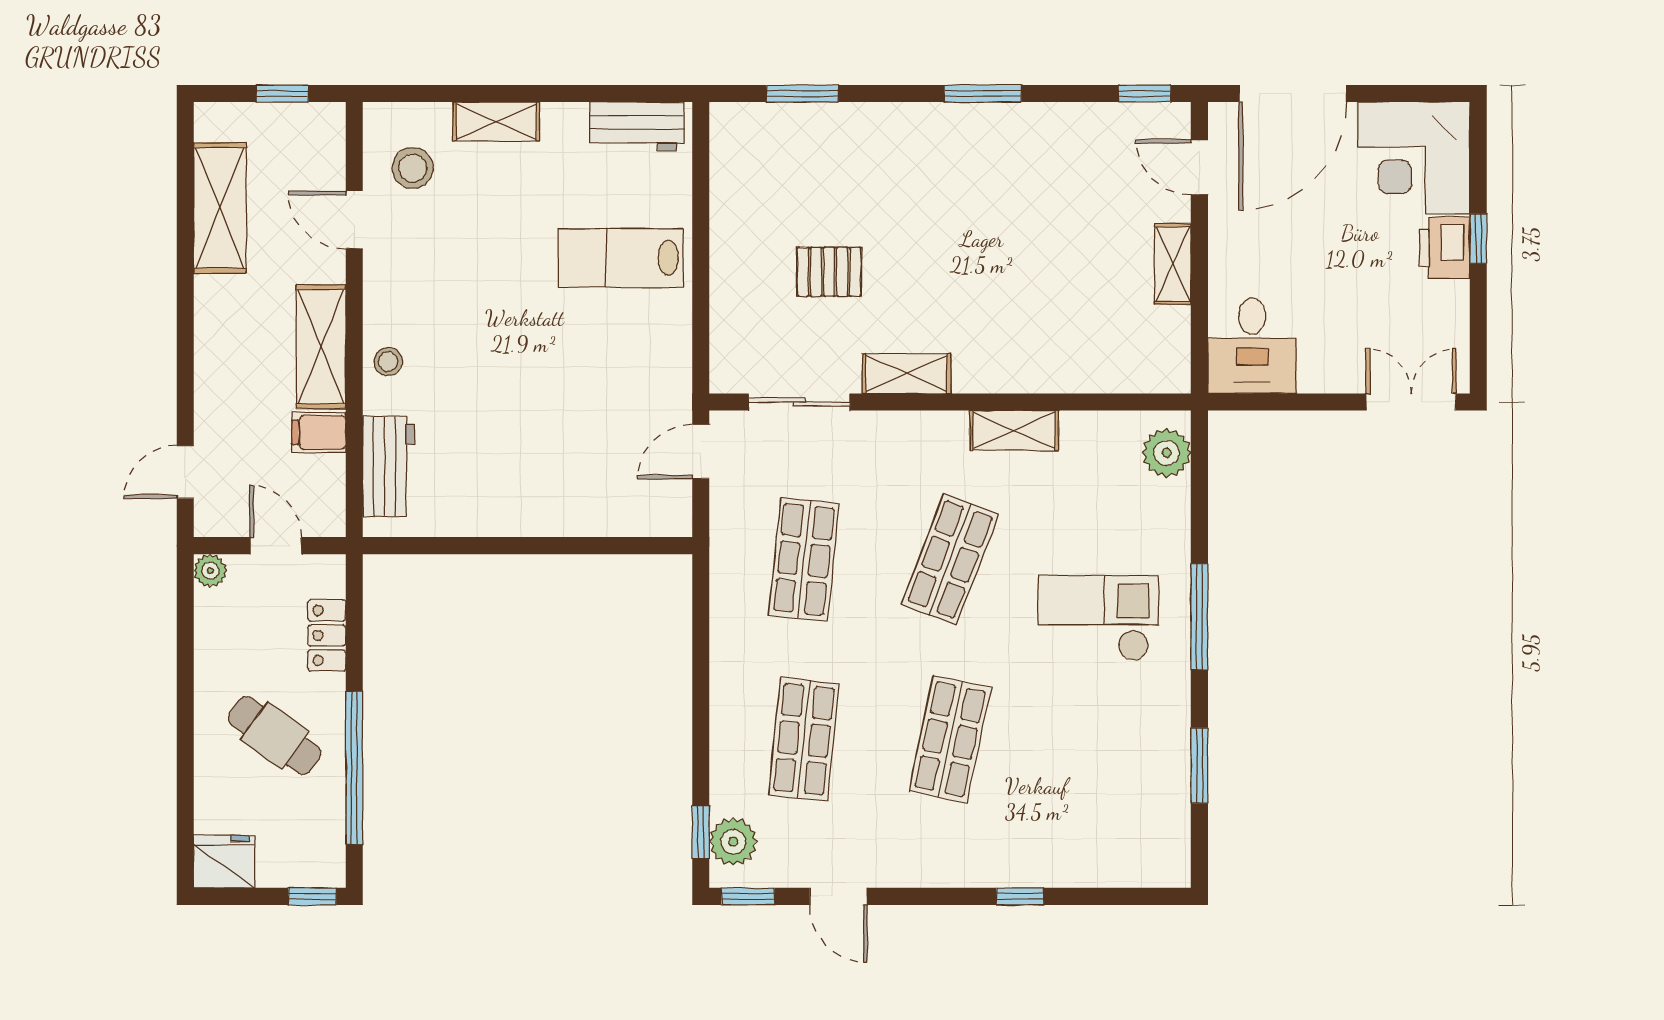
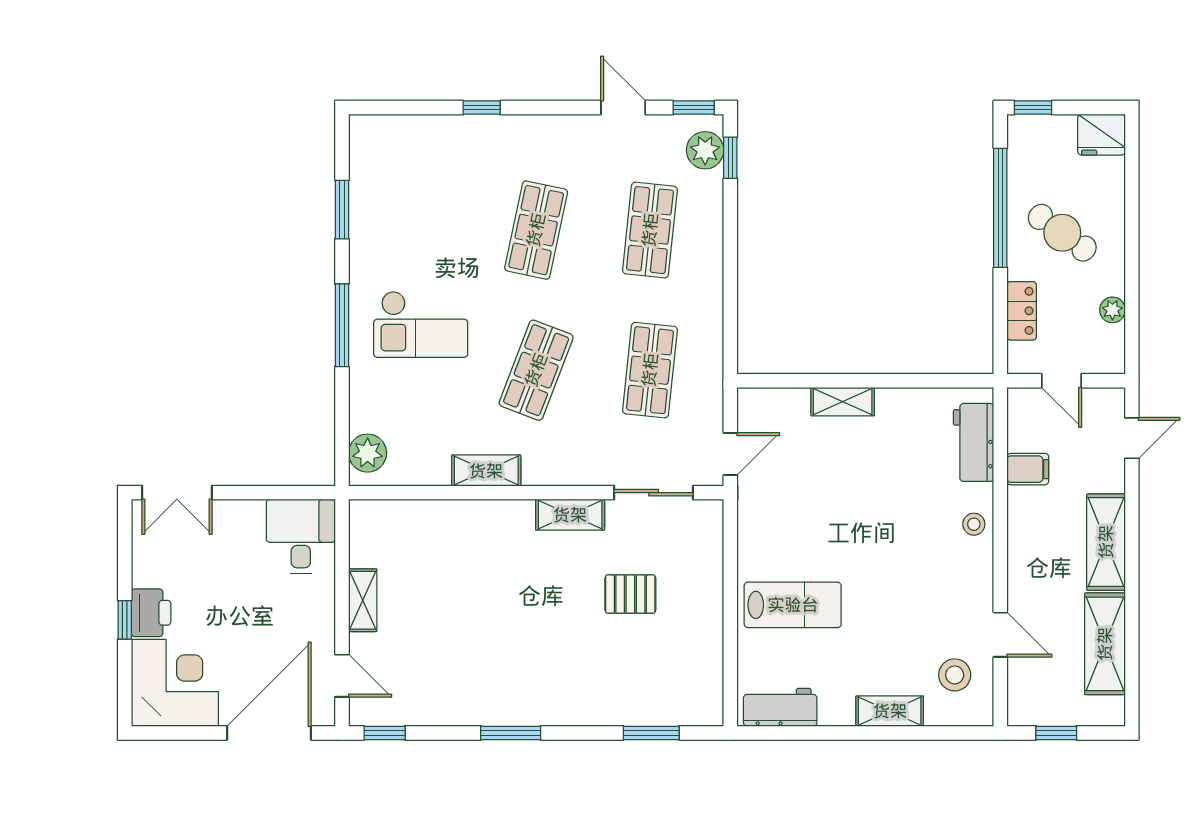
shelving: (321, 347) -> (1106, 542), moved
shelving: (557, 519) -> (843, 402), added
plant: (210, 571) -> (1112, 310), moved

